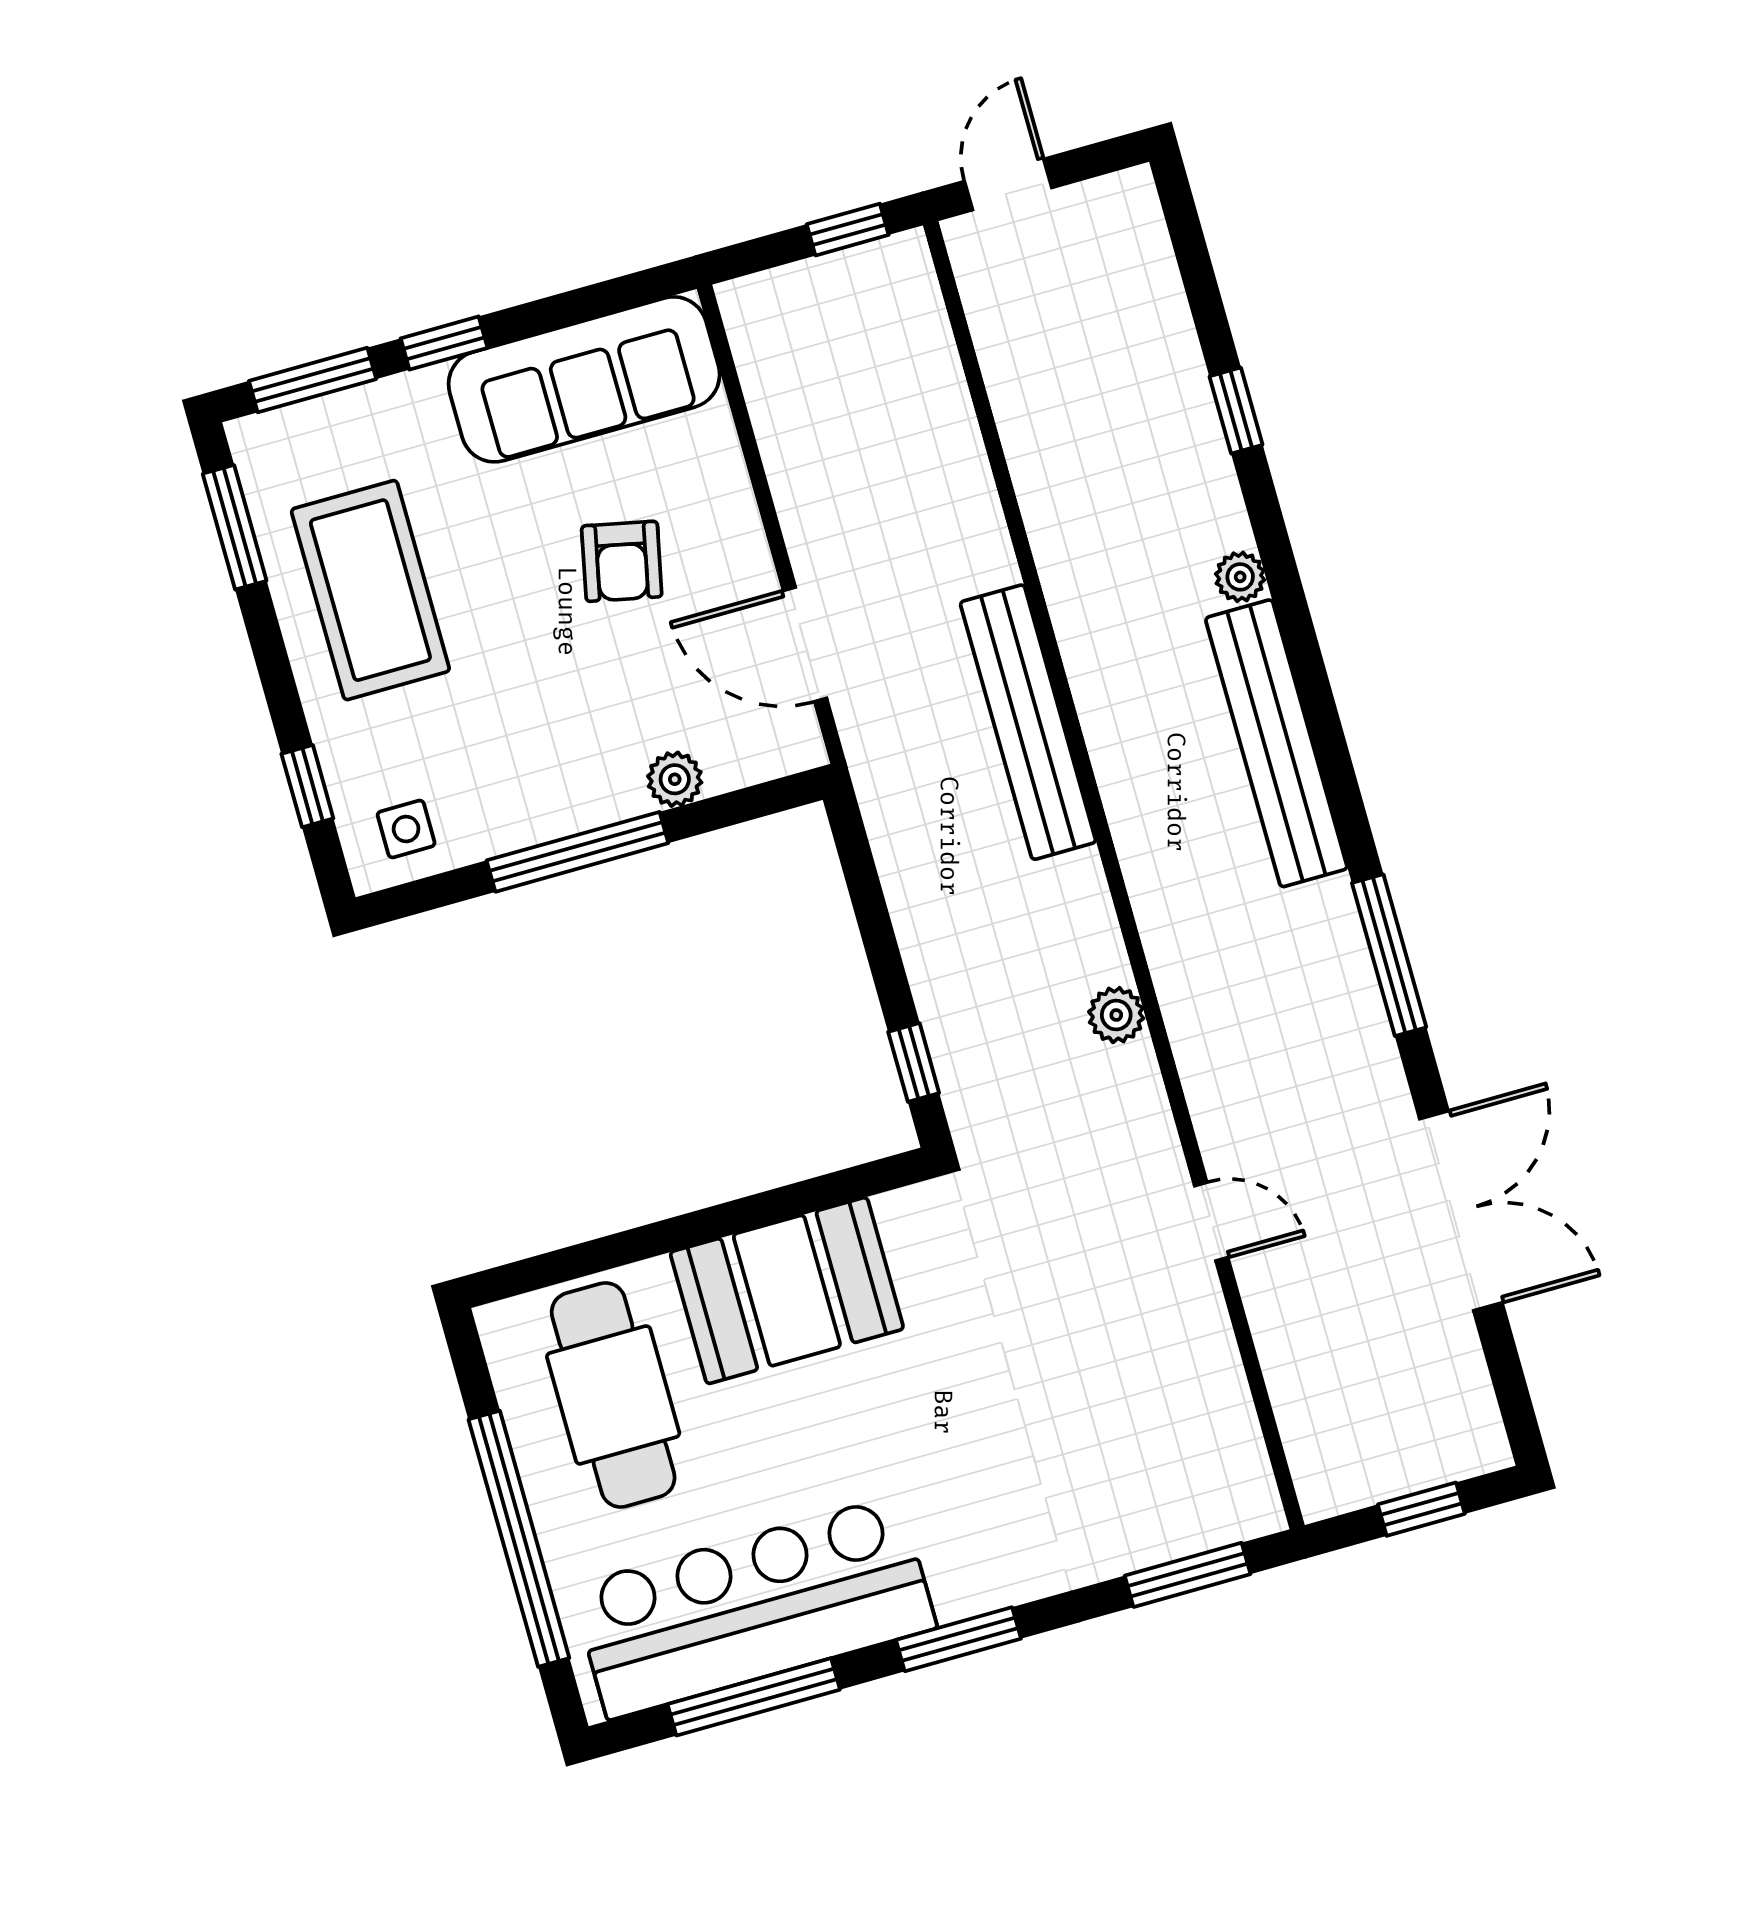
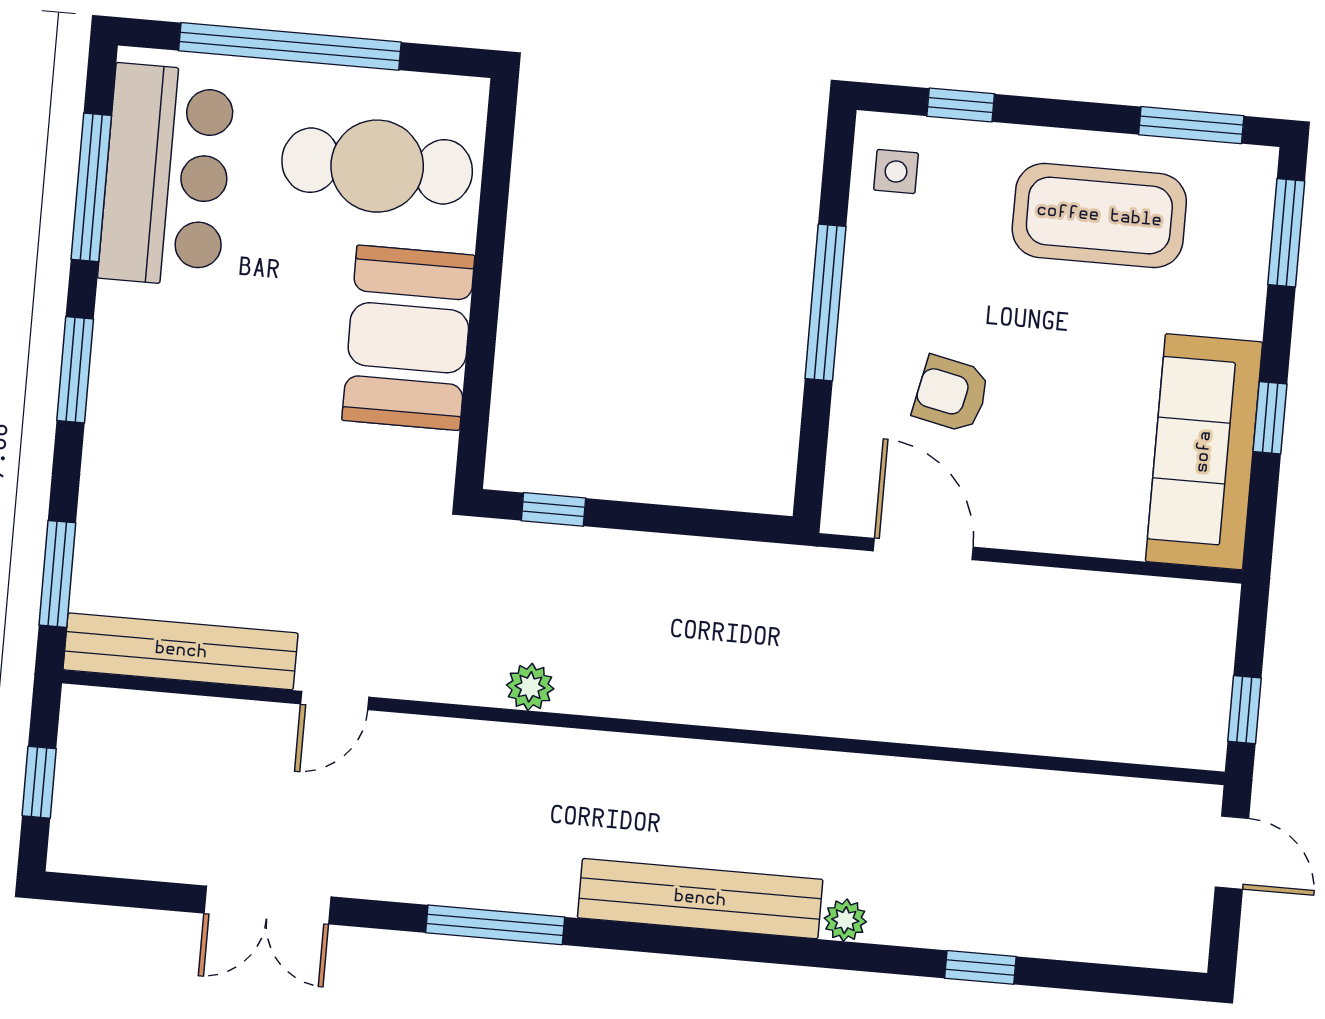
window: (444, 343) -> (1270, 418), moved
armchair: (622, 561) -> (951, 394), moved
door: (805, 644) -> (923, 549), hinge flipped
bench: (1028, 722) -> (181, 651), moved
plant: (675, 779) -> (854, 403), removed
double door: (1461, 1211) -> (267, 905), width x0.73
bar counter: (754, 1607) -> (167, 175), width x0.73

